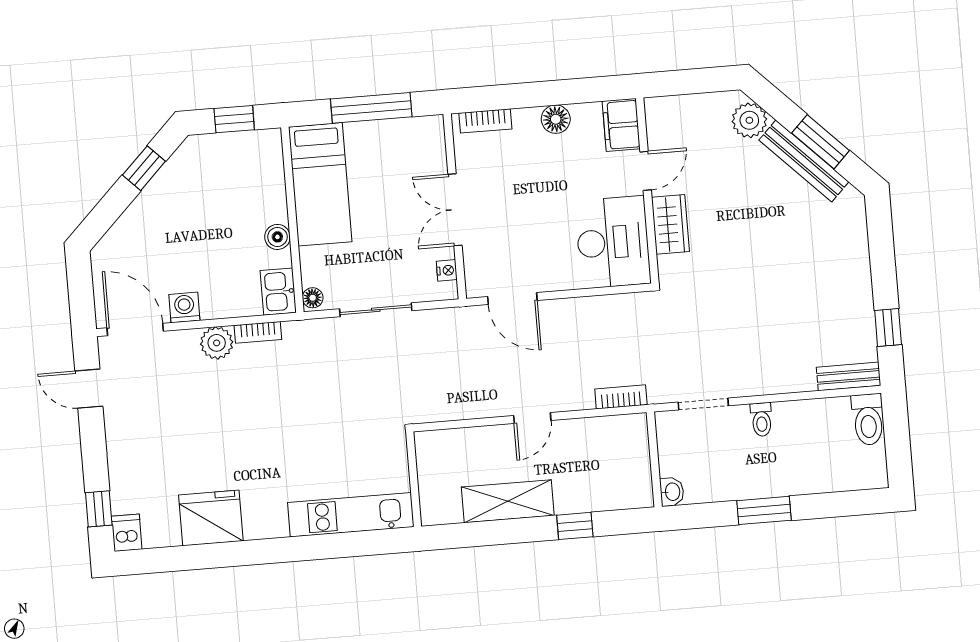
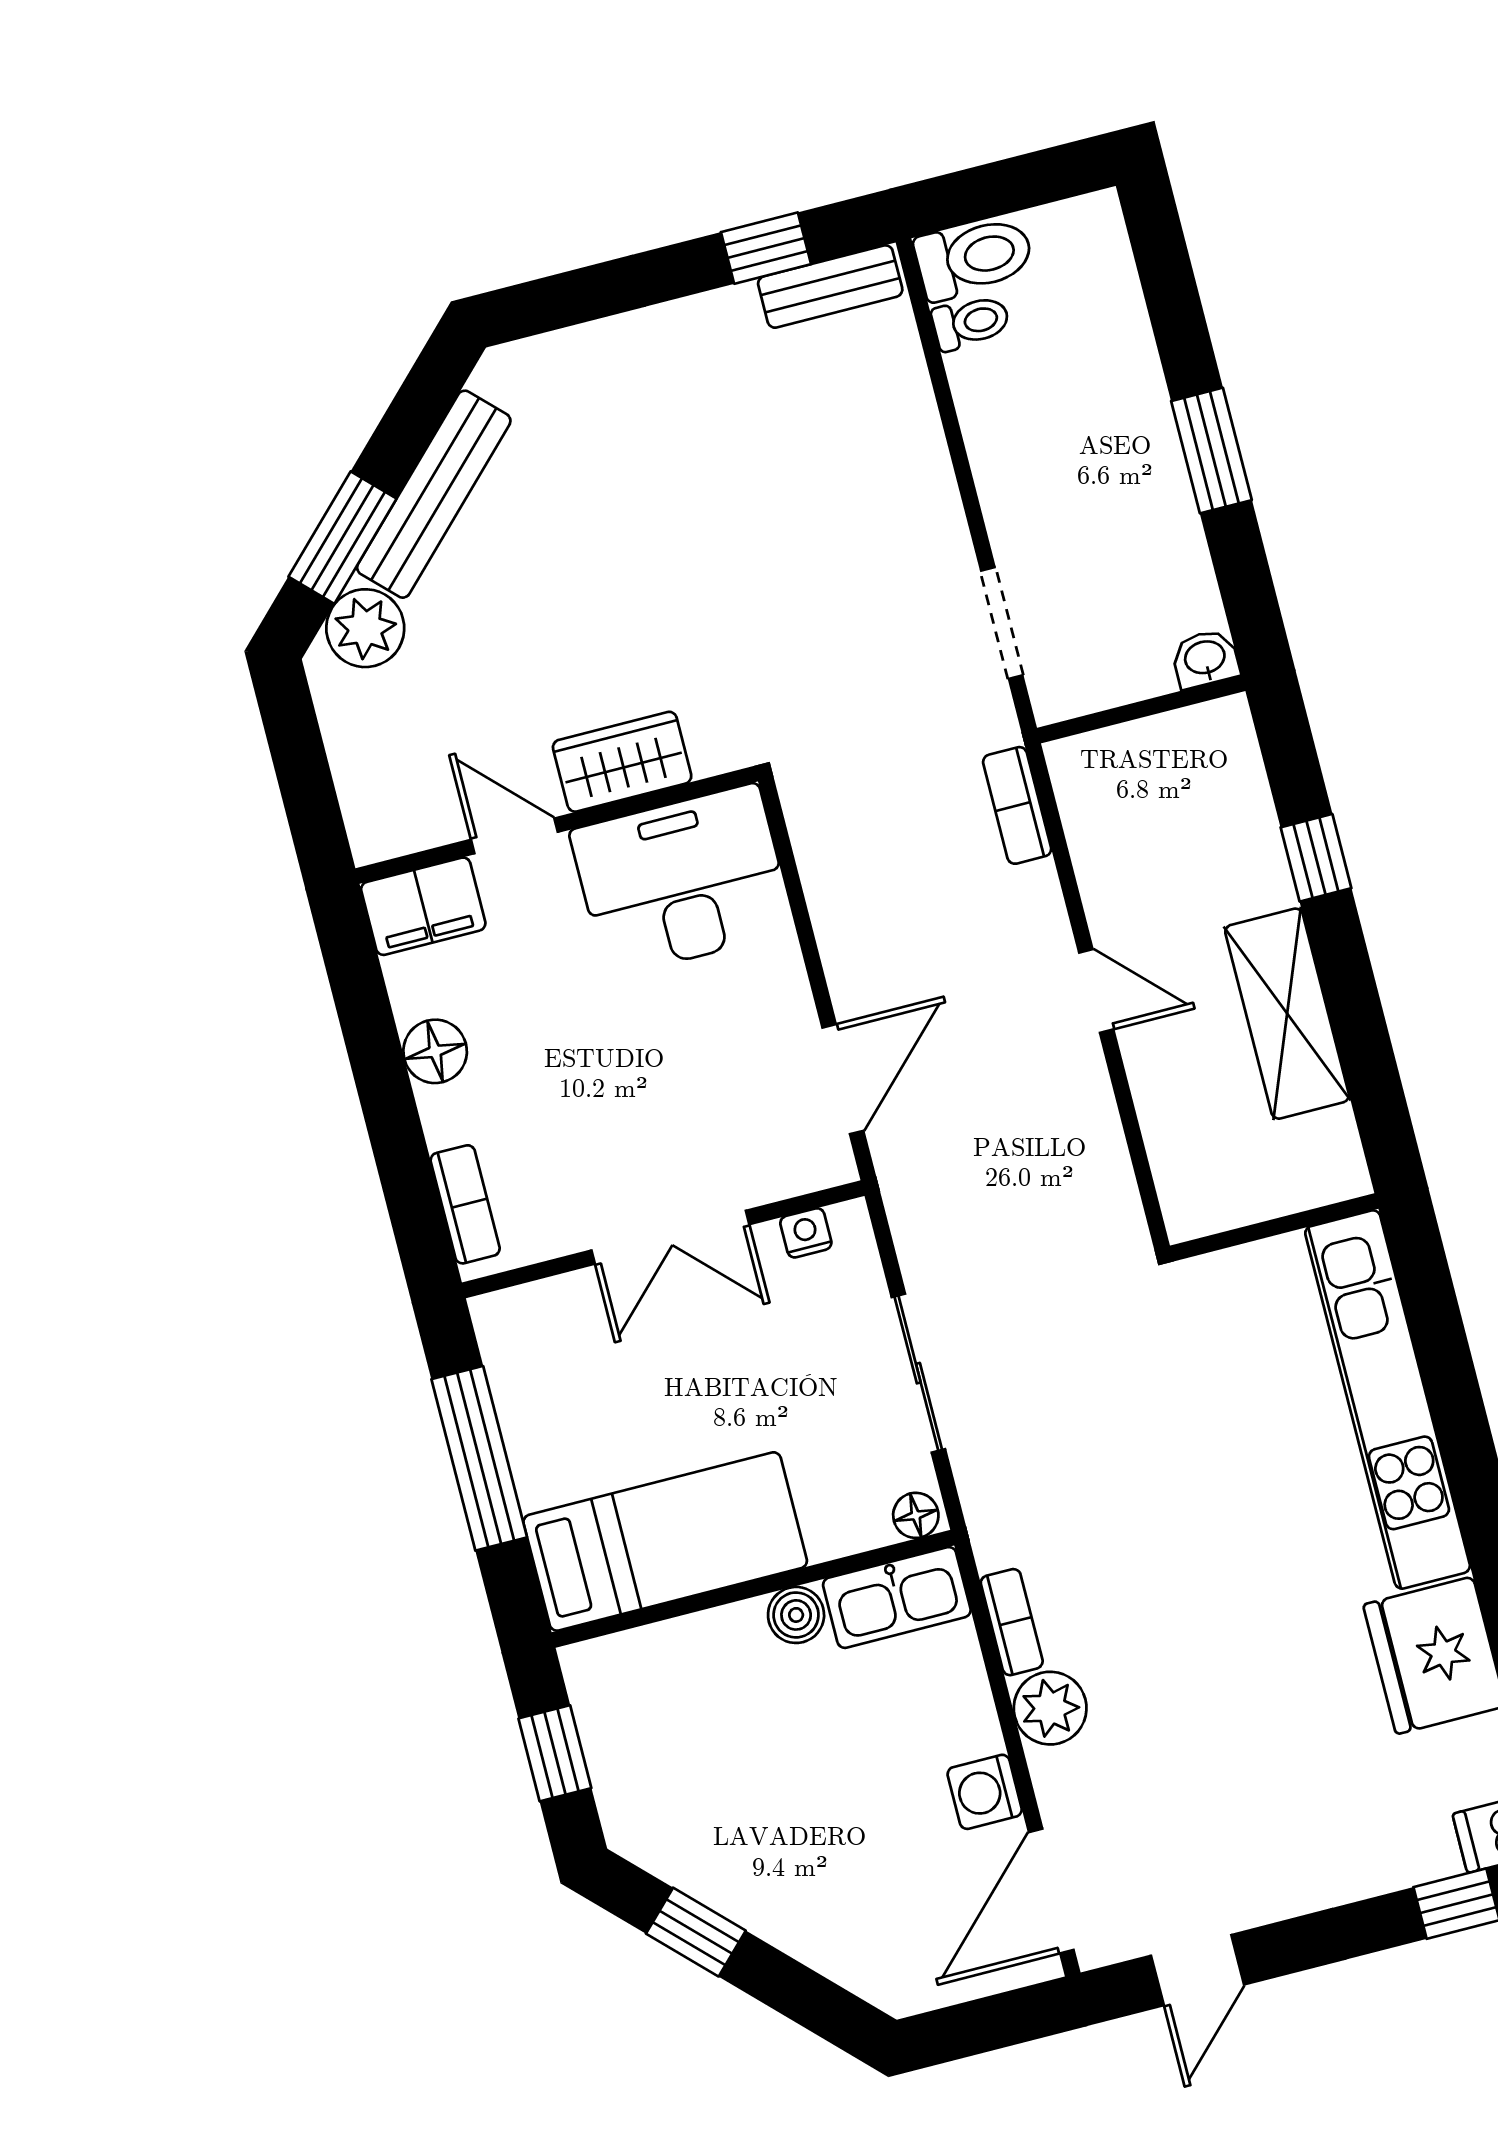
window: (821, 142) -> (343, 538), moved
kitchen sink: (278, 292) -> (897, 1597), width x1.38
bench: (849, 376) -> (830, 287), moved, turned 90
toilet: (761, 419) -> (971, 322), moved
kitchen unit: (351, 515) -> (1388, 1400), width x1.36

